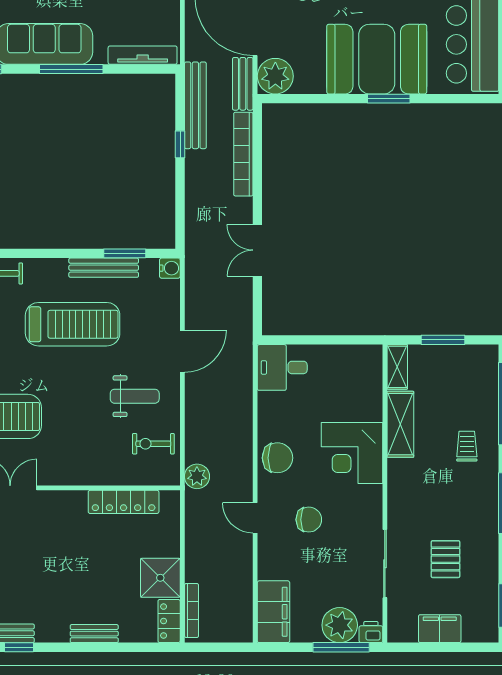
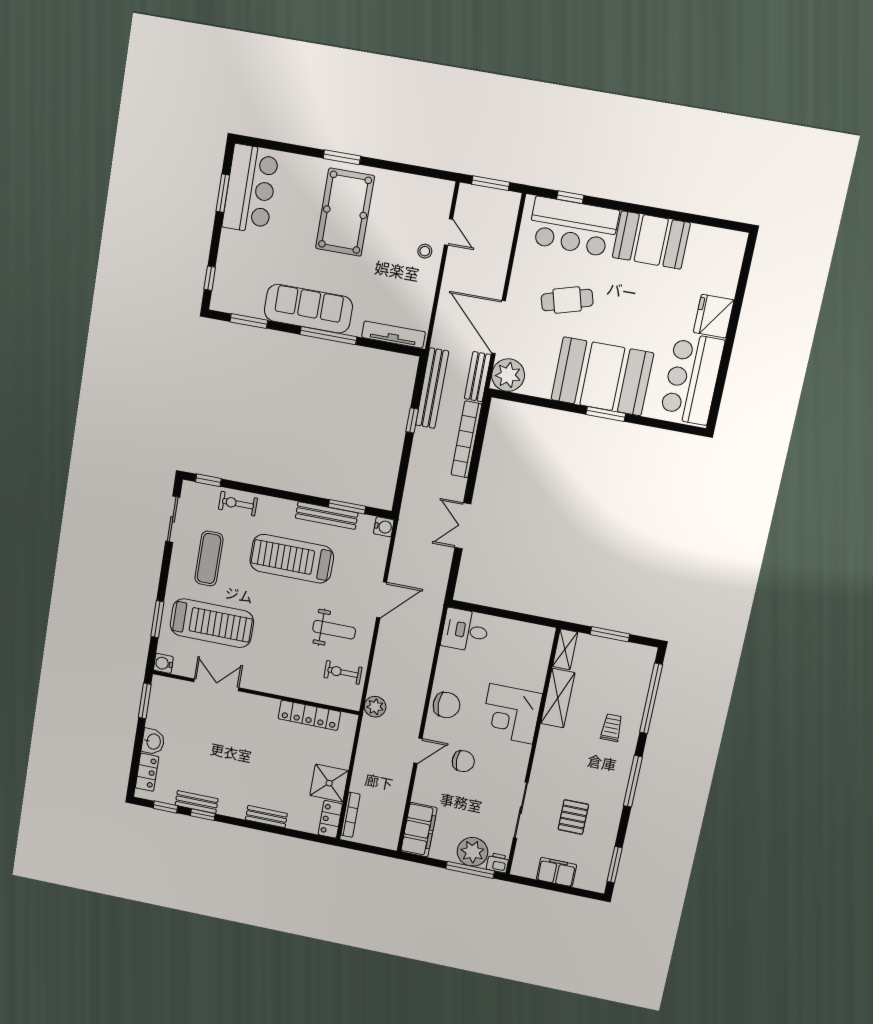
treadmill: (73, 324) -> (292, 559), turned 180
door: (255, 518) -> (418, 751), swing flipped

